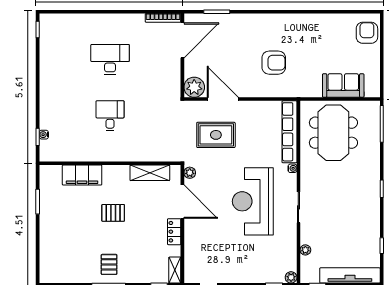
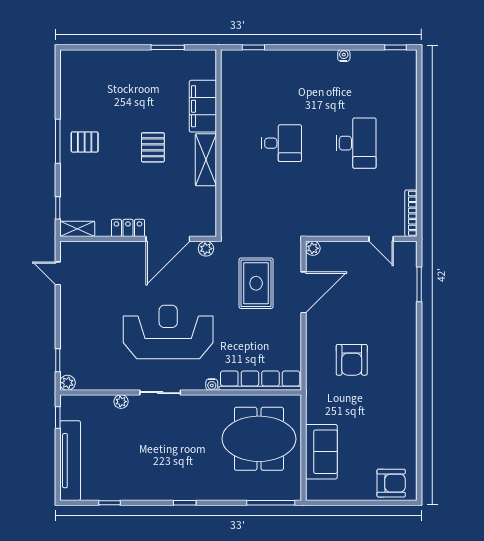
door: (182, 40) -> (381, 239), width x0.53
plant: (194, 87) -> (313, 248), width x0.53, depth x0.53
water cooler: (44, 135) -> (344, 56), moved
shelving: (150, 173) -> (206, 160), moved
plant: (305, 250) -> (121, 402), moved

